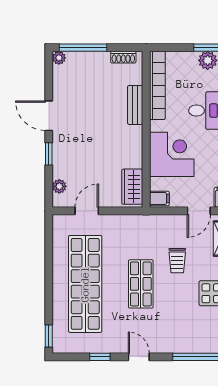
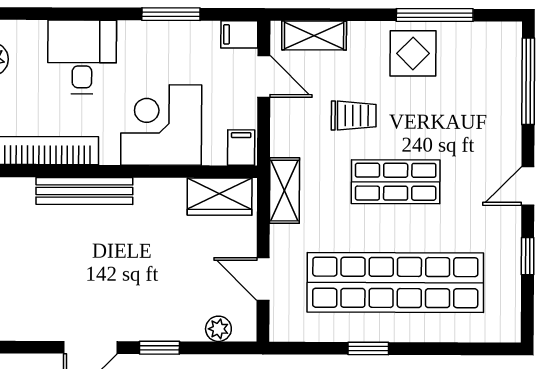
bench: (135, 105) -> (84, 191), width x1.36
shelving: (136, 223) -> (284, 191), added
window: (49, 336) -> (368, 348), moved

